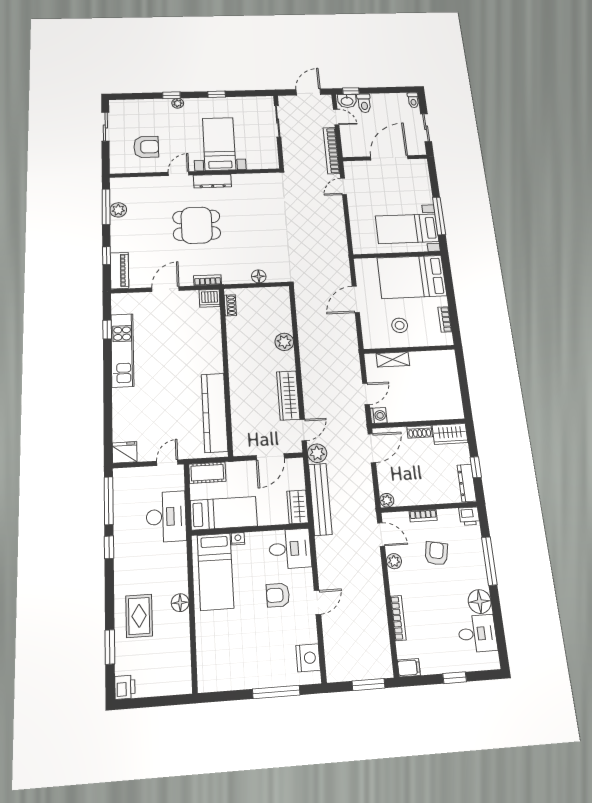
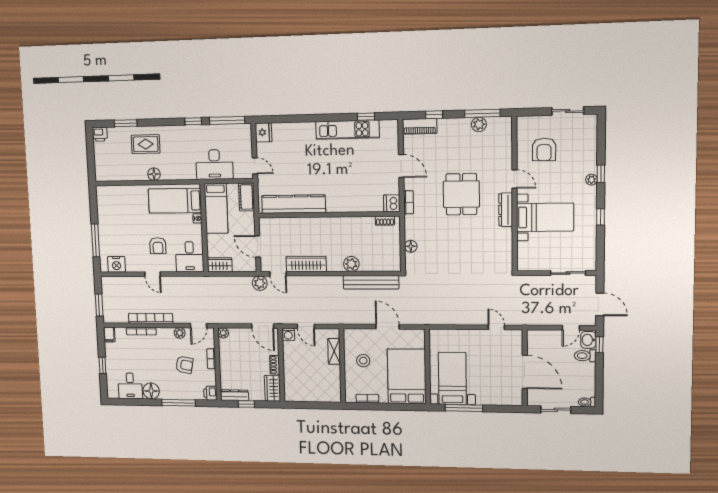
bookcase: (331, 151) -> (151, 318), moved
bench: (320, 499) -> (371, 282), moved
armchair: (278, 595) -> (158, 246), turned 180

